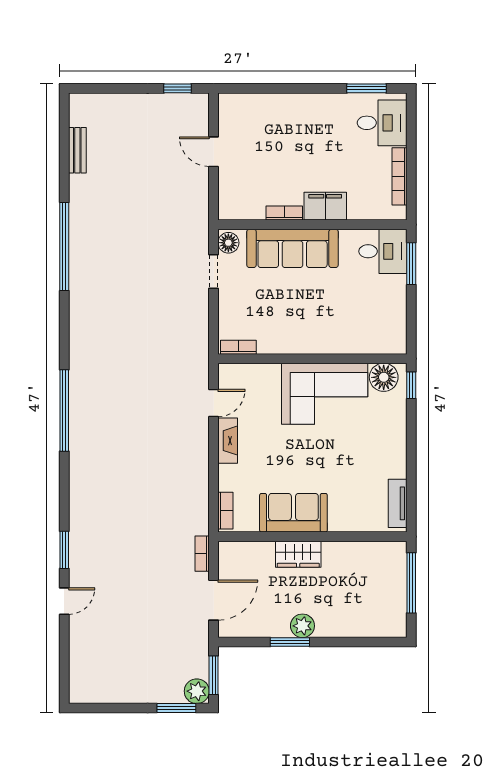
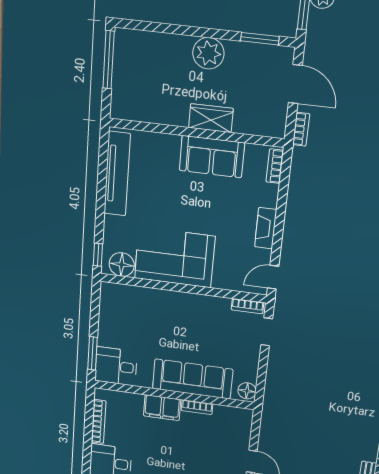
doorway: (214, 272) -> (267, 332), moved
door: (214, 403) -> (273, 277), moved
tv unit: (398, 503) -> (117, 174), width x1.92, depth x1.29
window: (411, 583) -> (109, 60), moved
door: (214, 600) -> (295, 84), swing flipped
plant: (302, 626) -> (208, 53), width x1.36, depth x1.36
window: (290, 642) -> (260, 39), moved

